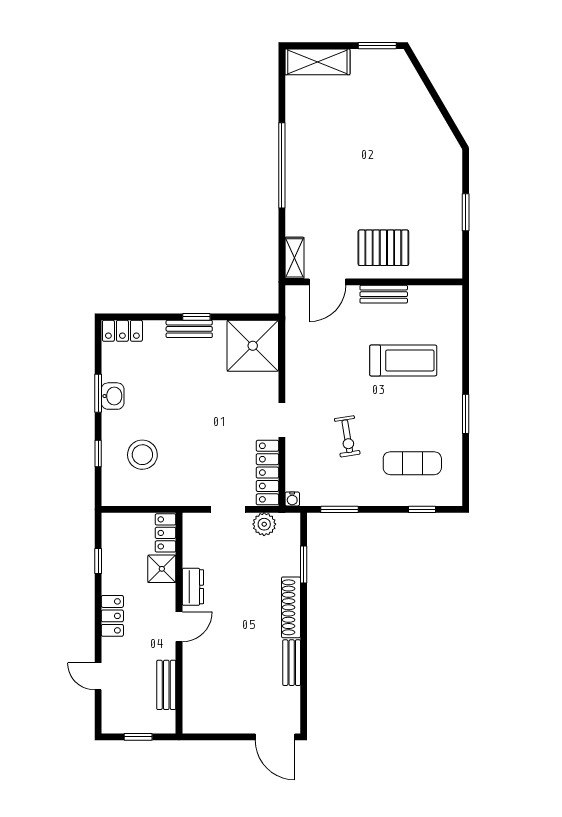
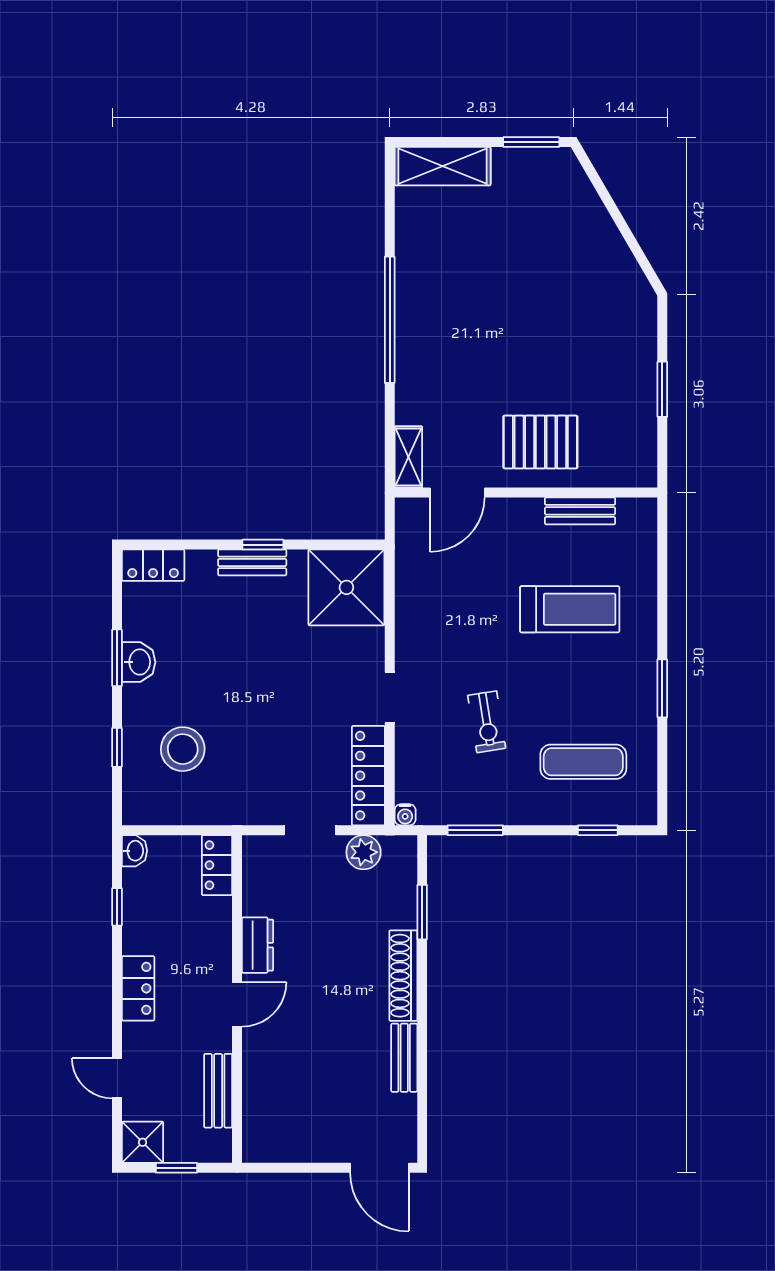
bench: (384, 294) -> (580, 511), moved
washbasin: (110, 523) -> (135, 851), added
shower: (162, 569) -> (143, 1142), moved

